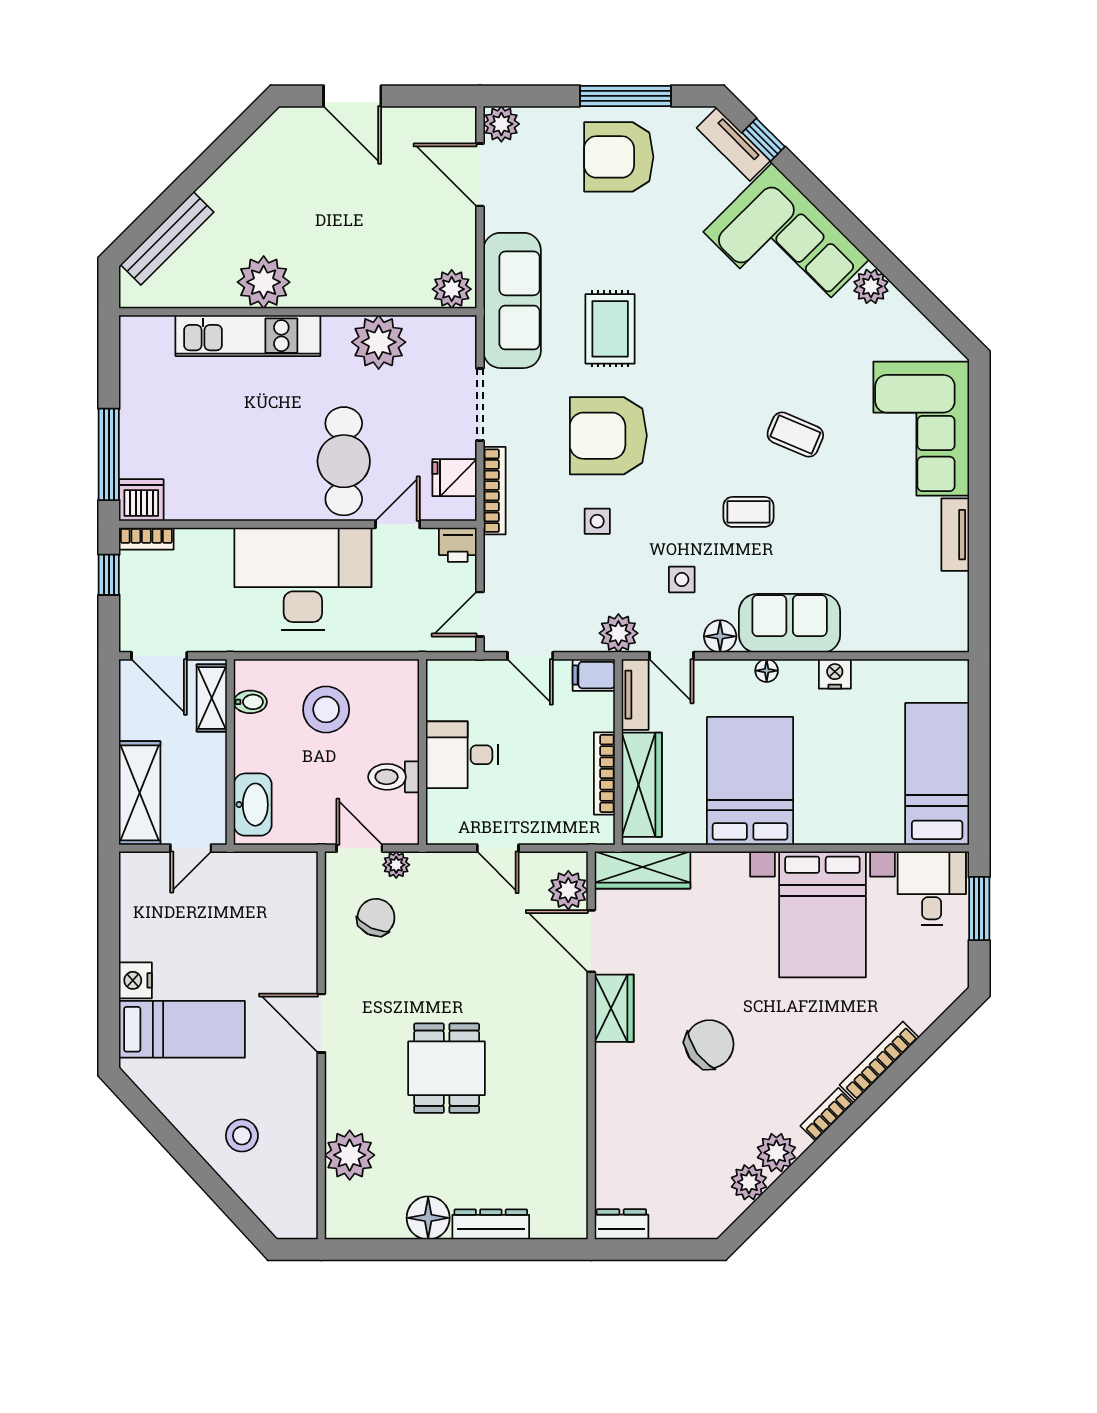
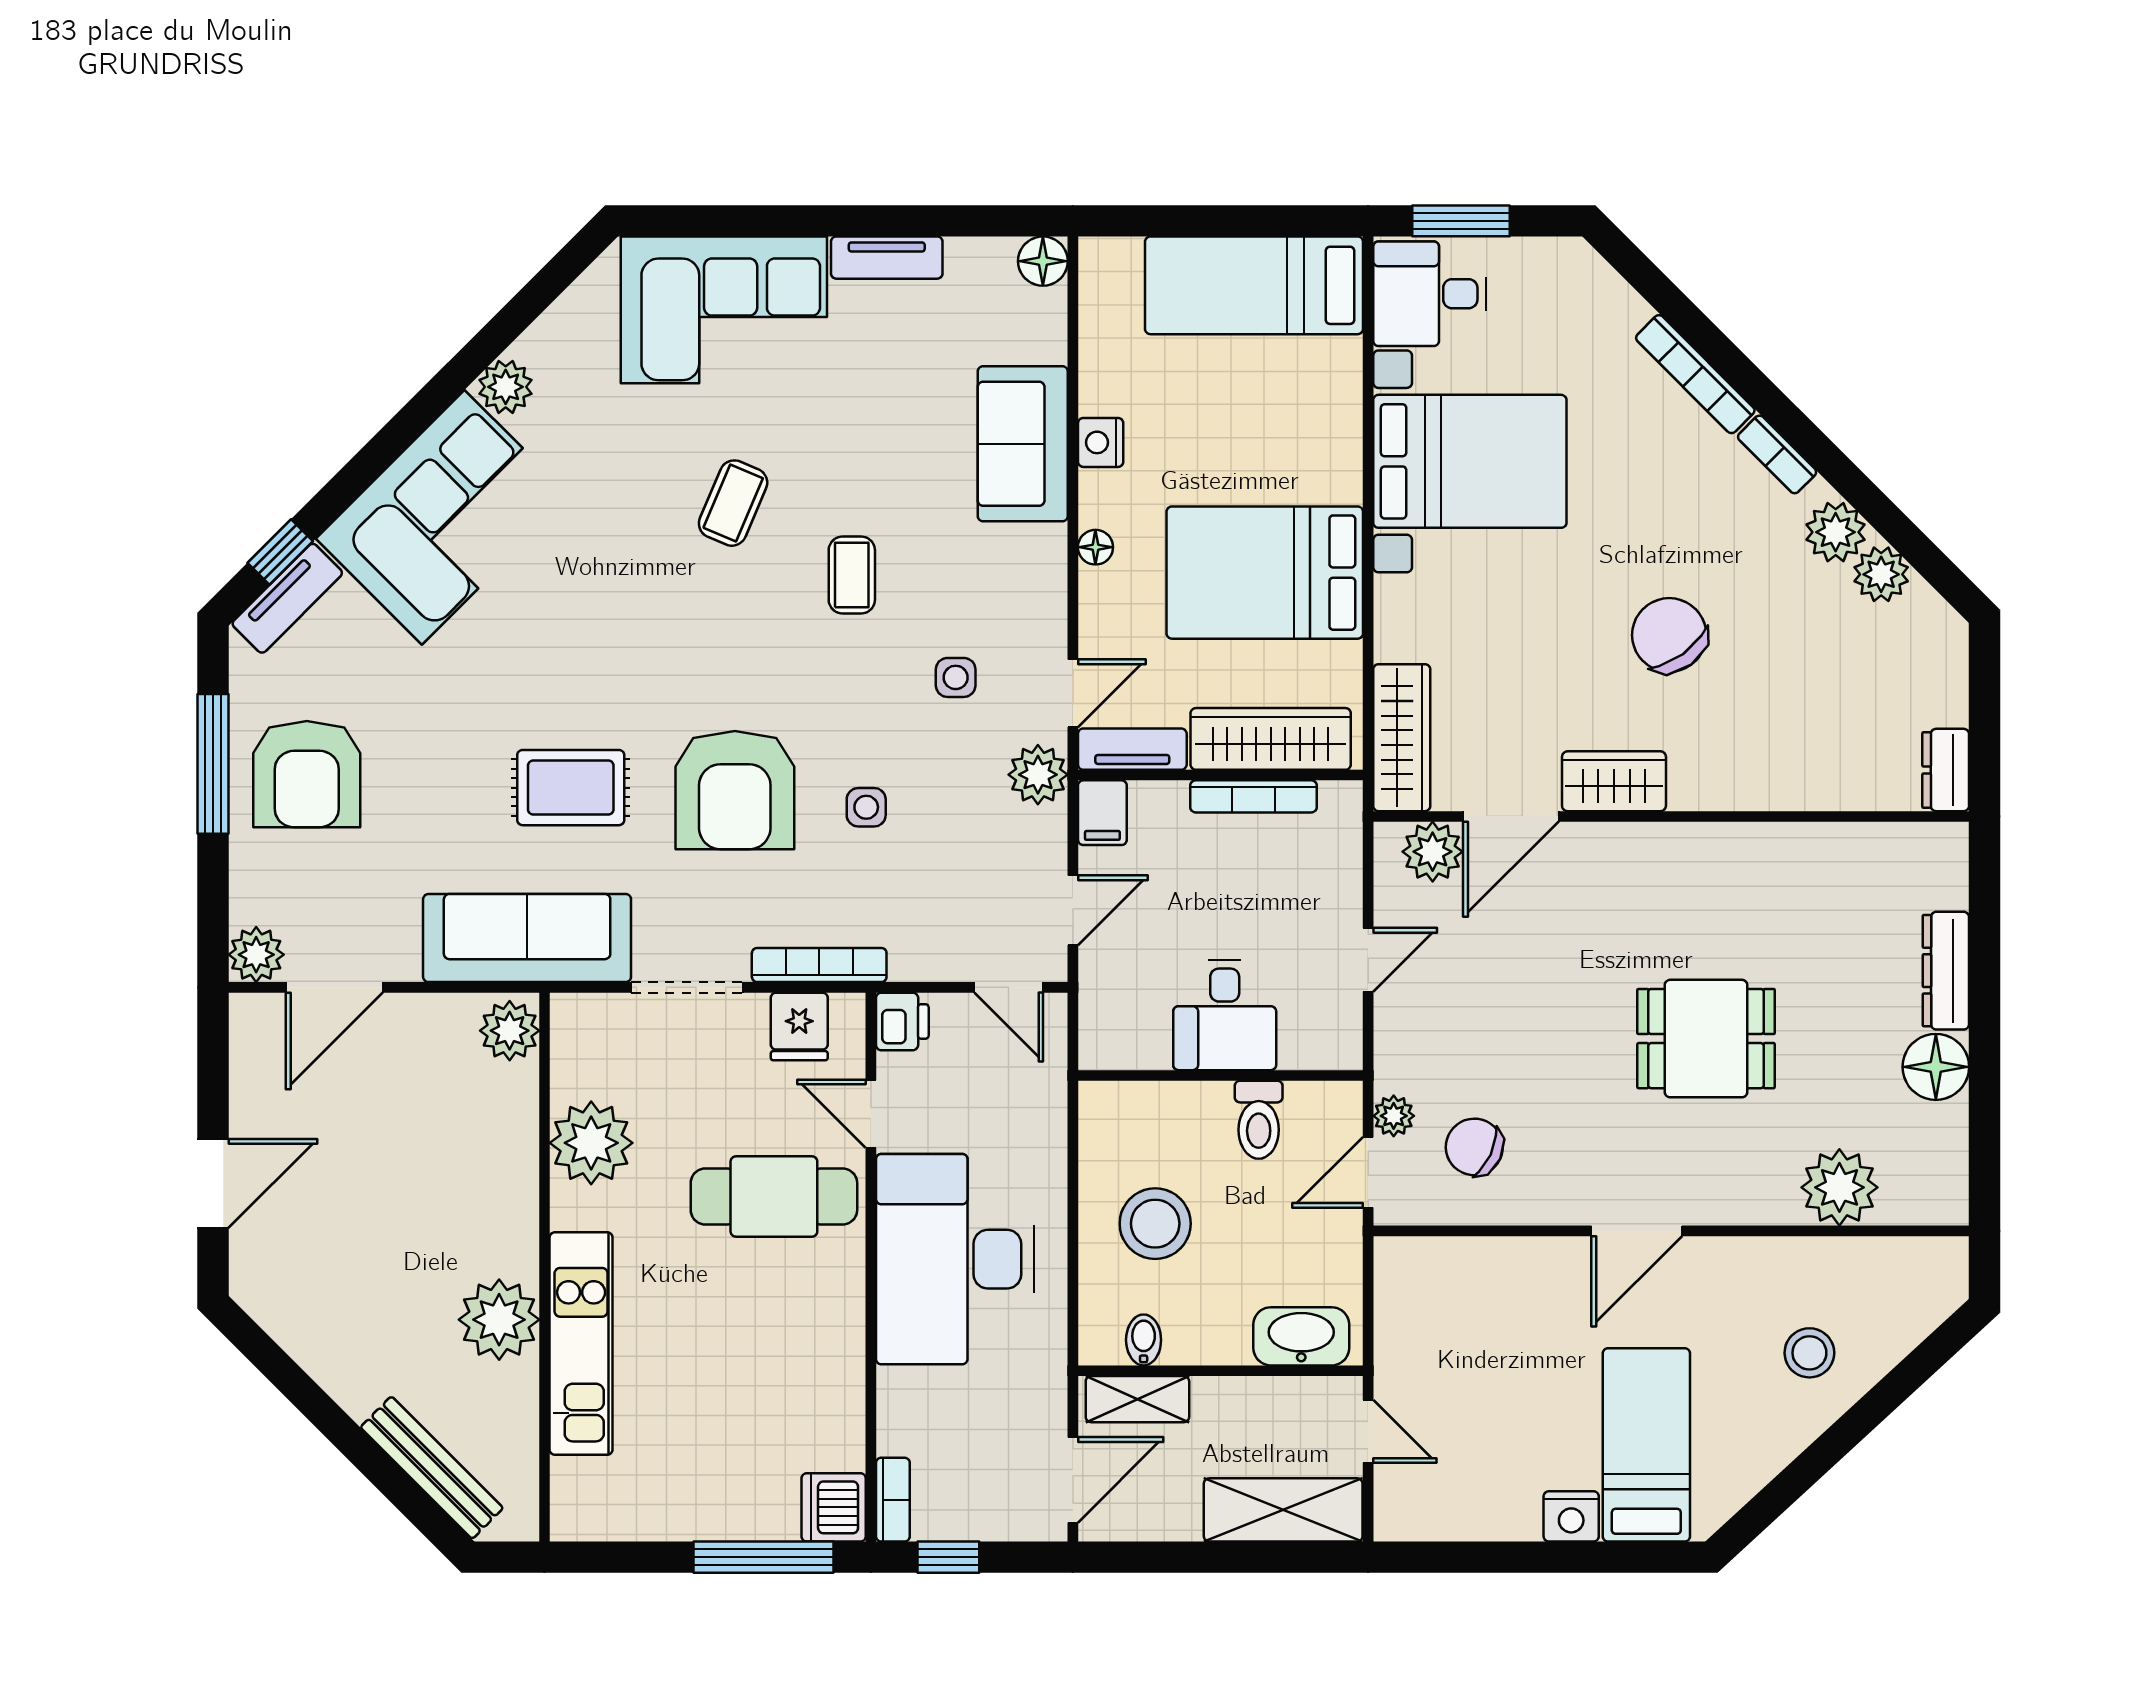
sofa: (790, 623) -> (1023, 444), moved
floor lamp: (720, 636) -> (1043, 261), moved

